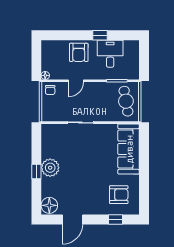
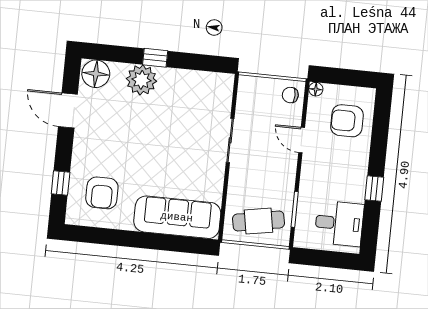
armchair: (79, 52) -> (347, 121), moved
desk: (110, 54) -> (339, 223), moved
plant: (50, 168) -> (141, 80), moved

